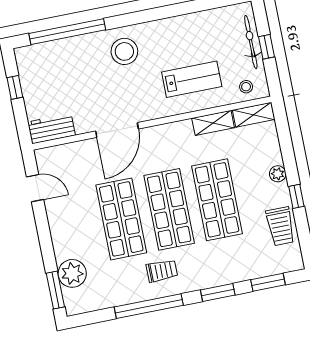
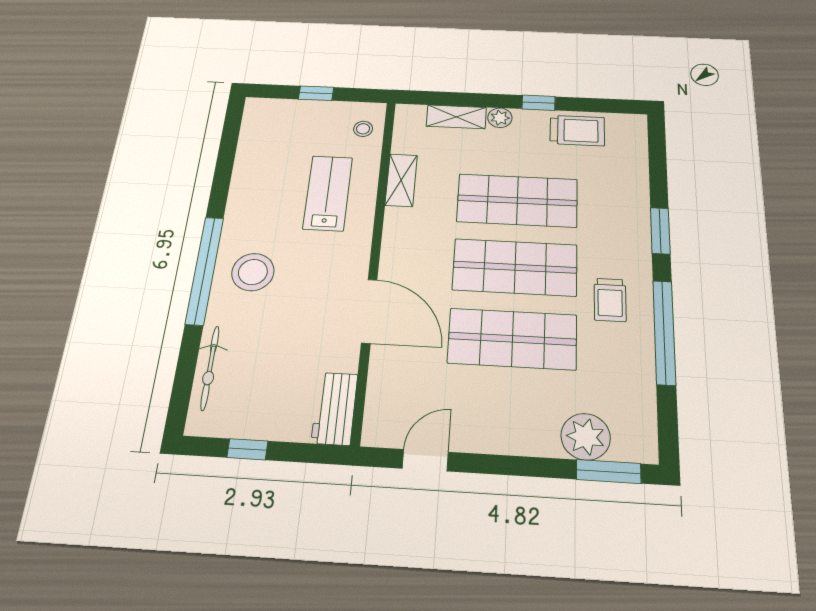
window: (67, 32) -> (205, 270), moved
bicycle: (251, 42) -> (210, 368), moved, turned -90
shelving: (254, 115) -> (456, 117), moved, turned 90
trolley: (162, 271) -> (610, 300), turned 180
window: (268, 282) -> (658, 163), removed

